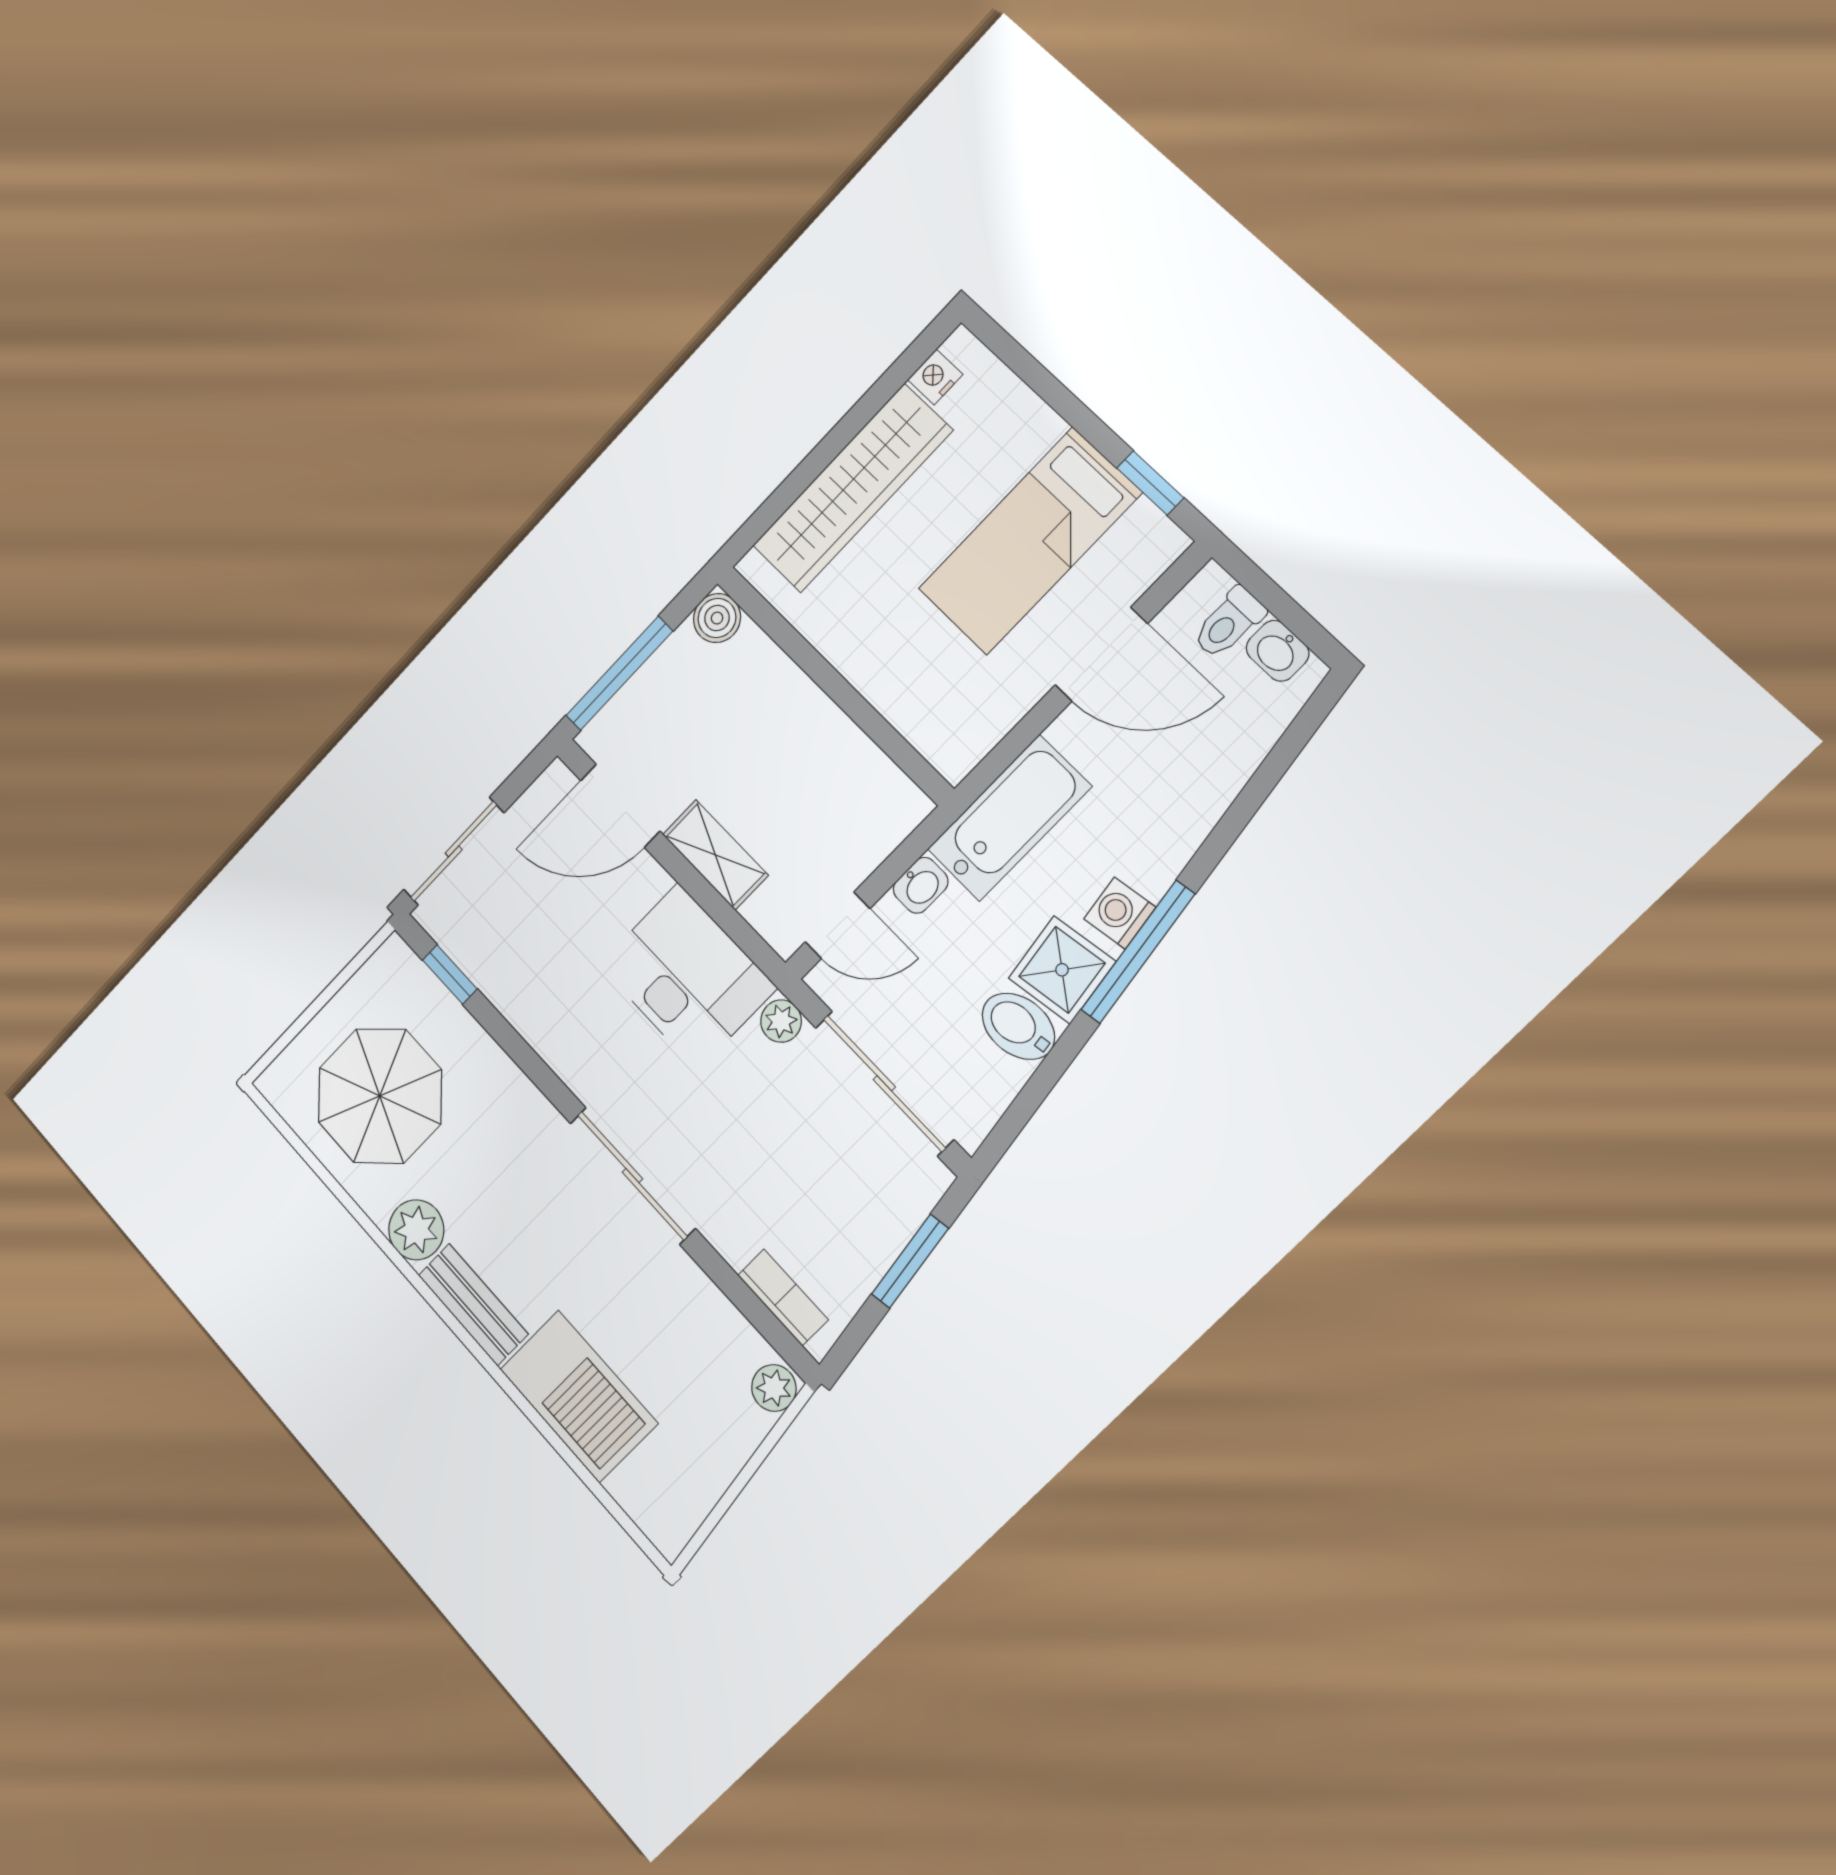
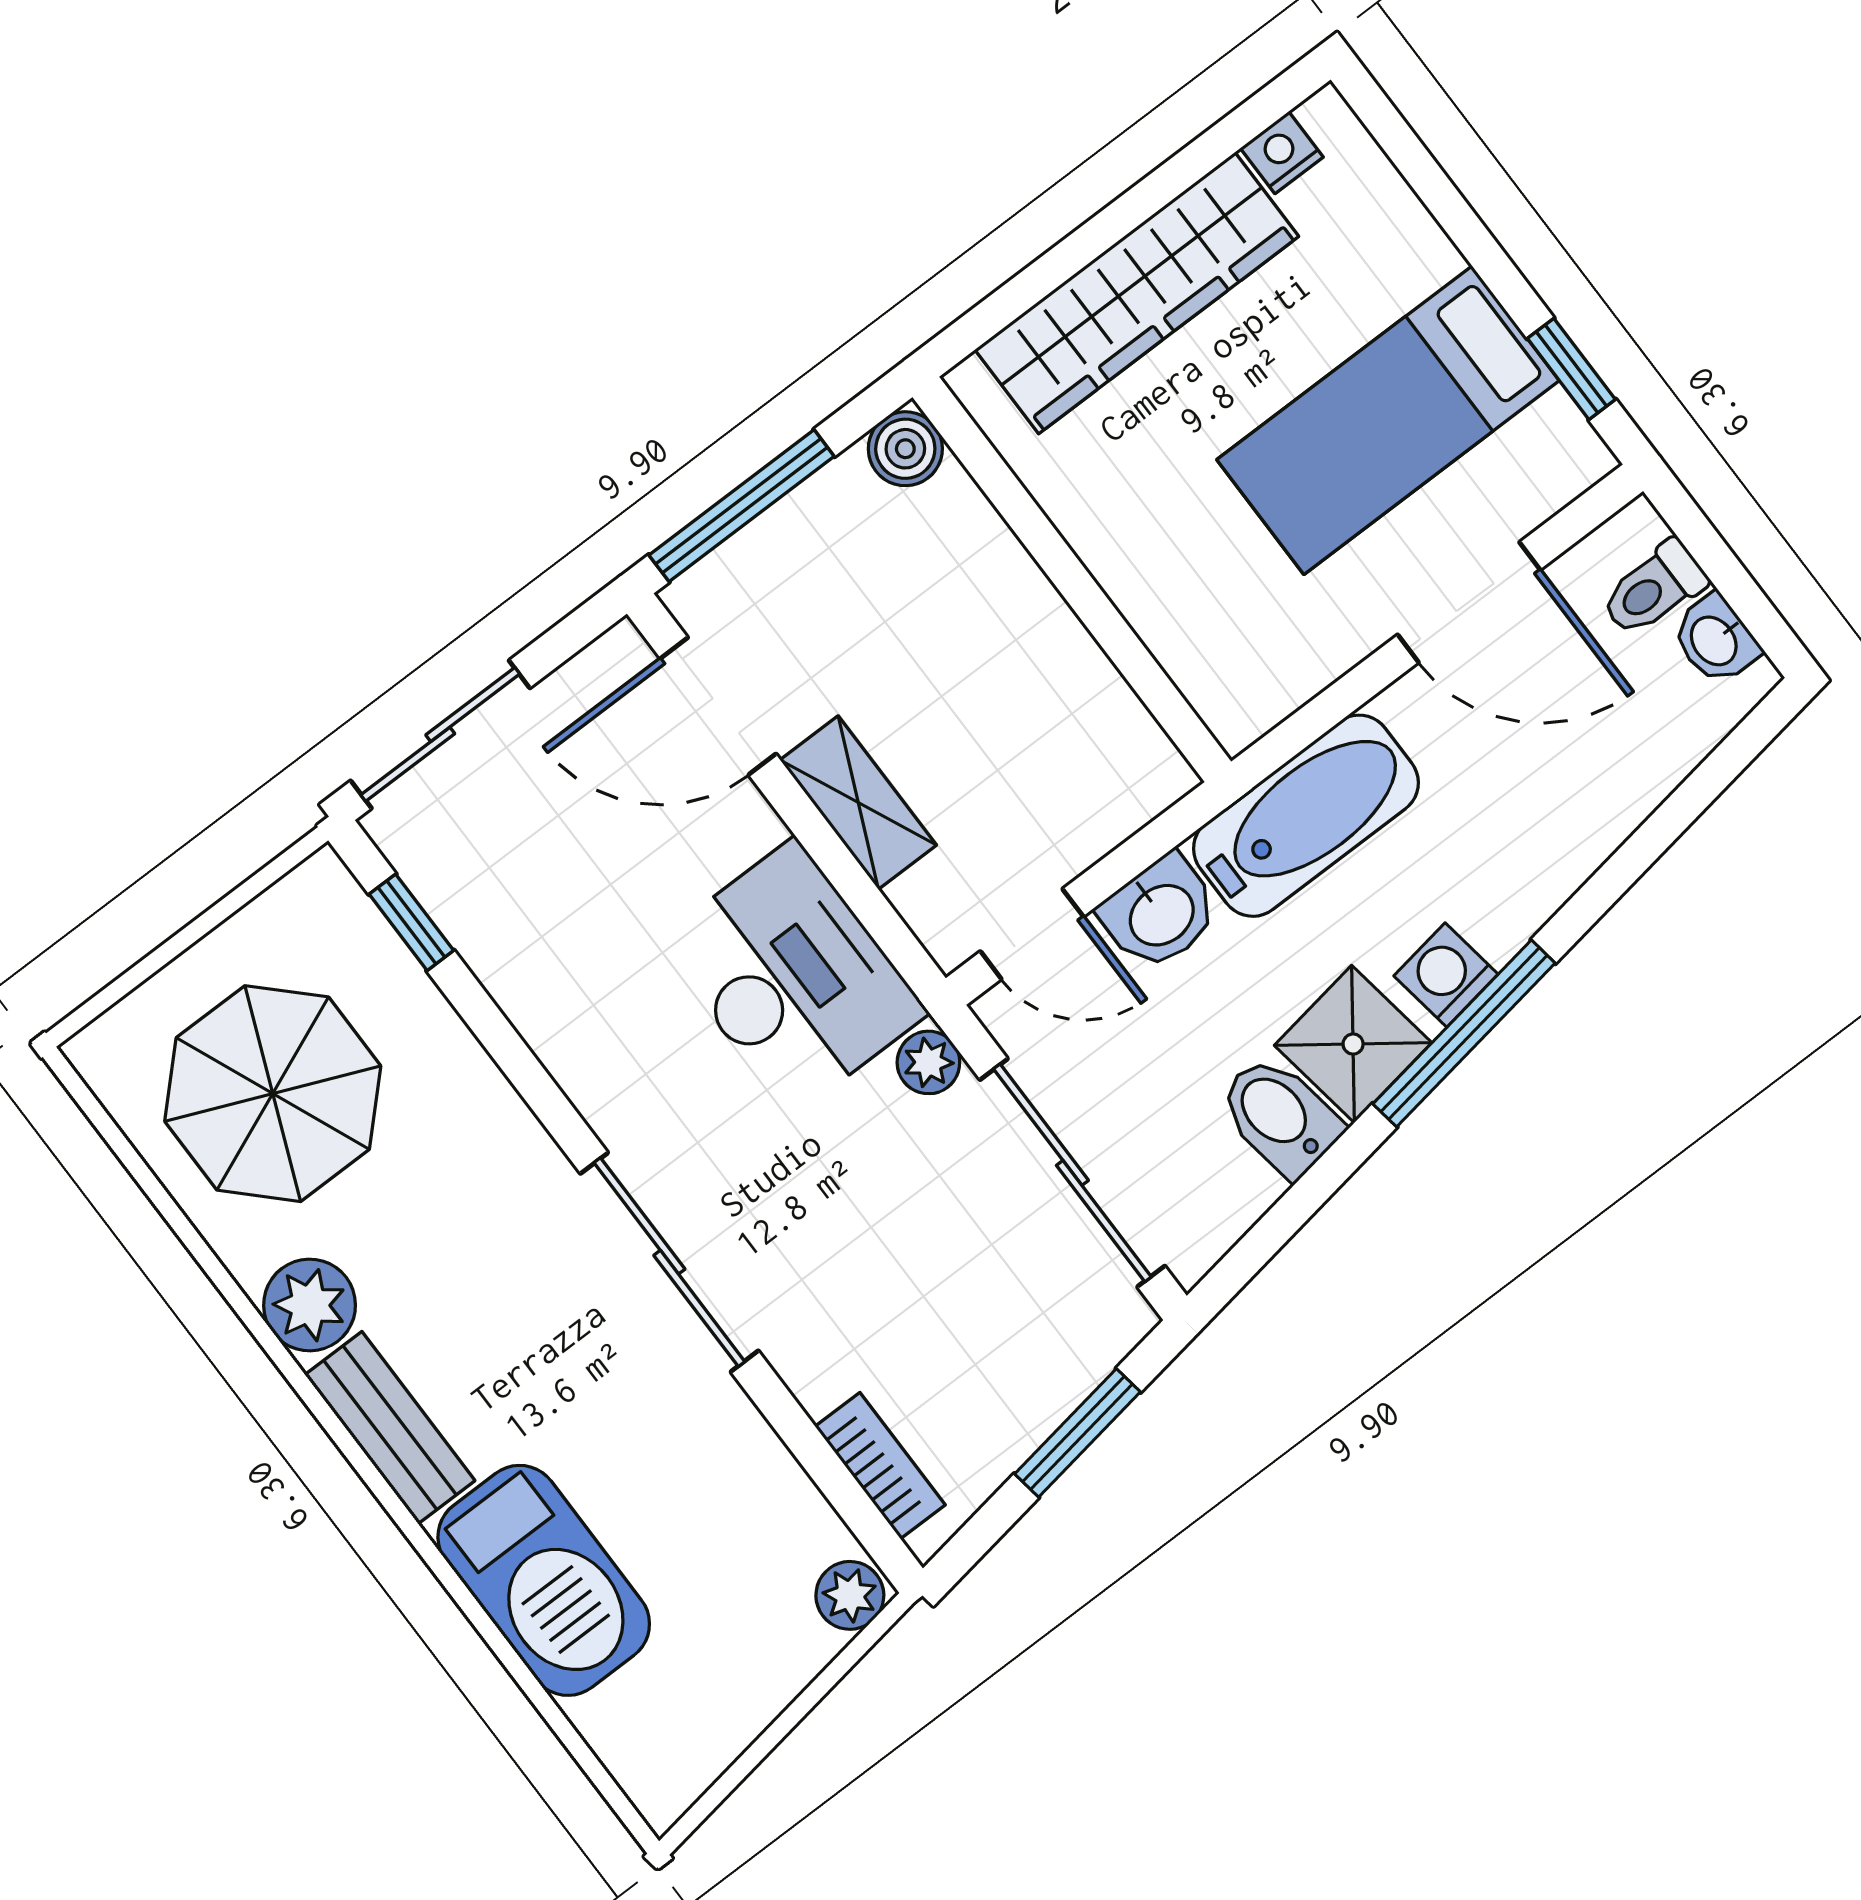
washbasin: (921, 885) -> (1160, 913), width x1.38, depth x1.45

